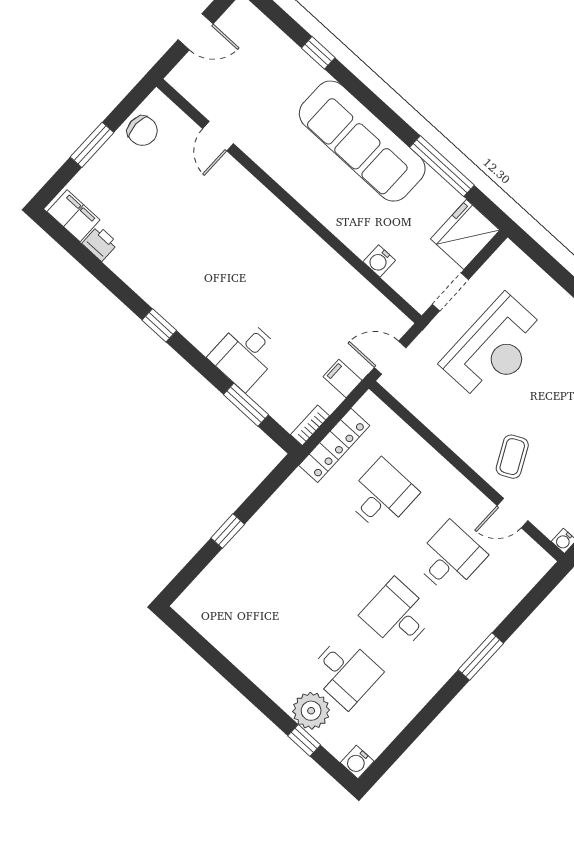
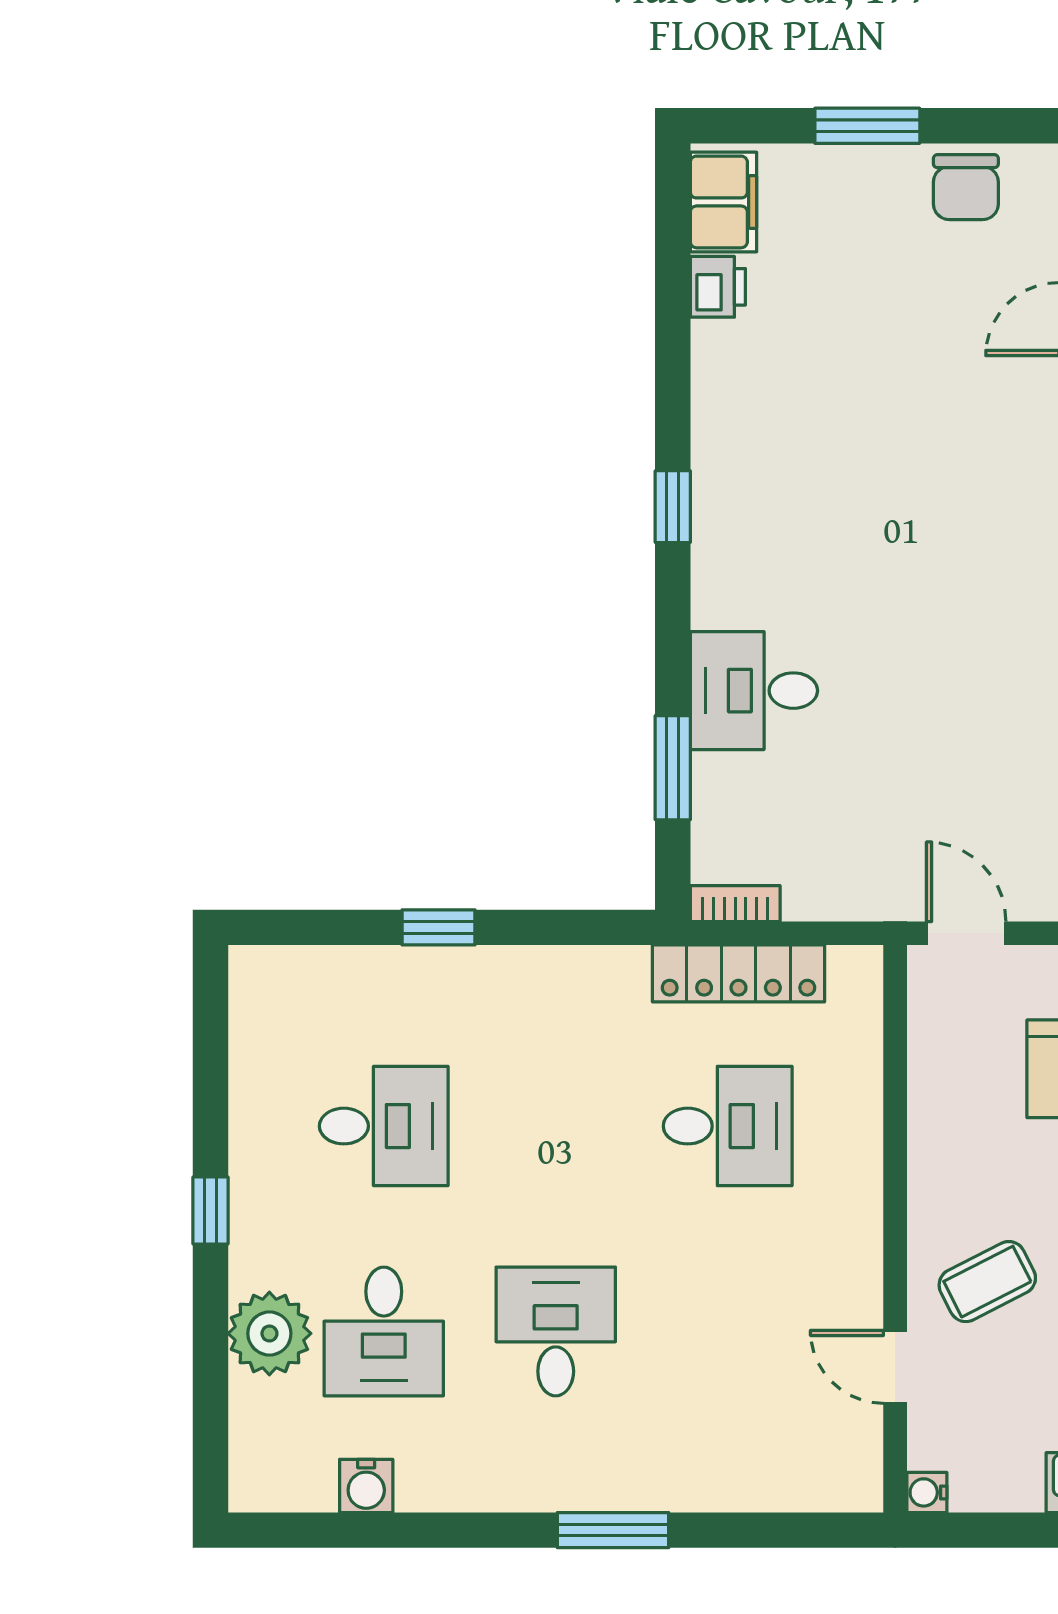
filing cabinet: (343, 378) -> (861, 887), removed
desk: (450, 558) -> (384, 1126), moved
window: (304, 740) -> (210, 1211), moved
water cooler: (357, 762) -> (366, 1486), moved, turned -90

